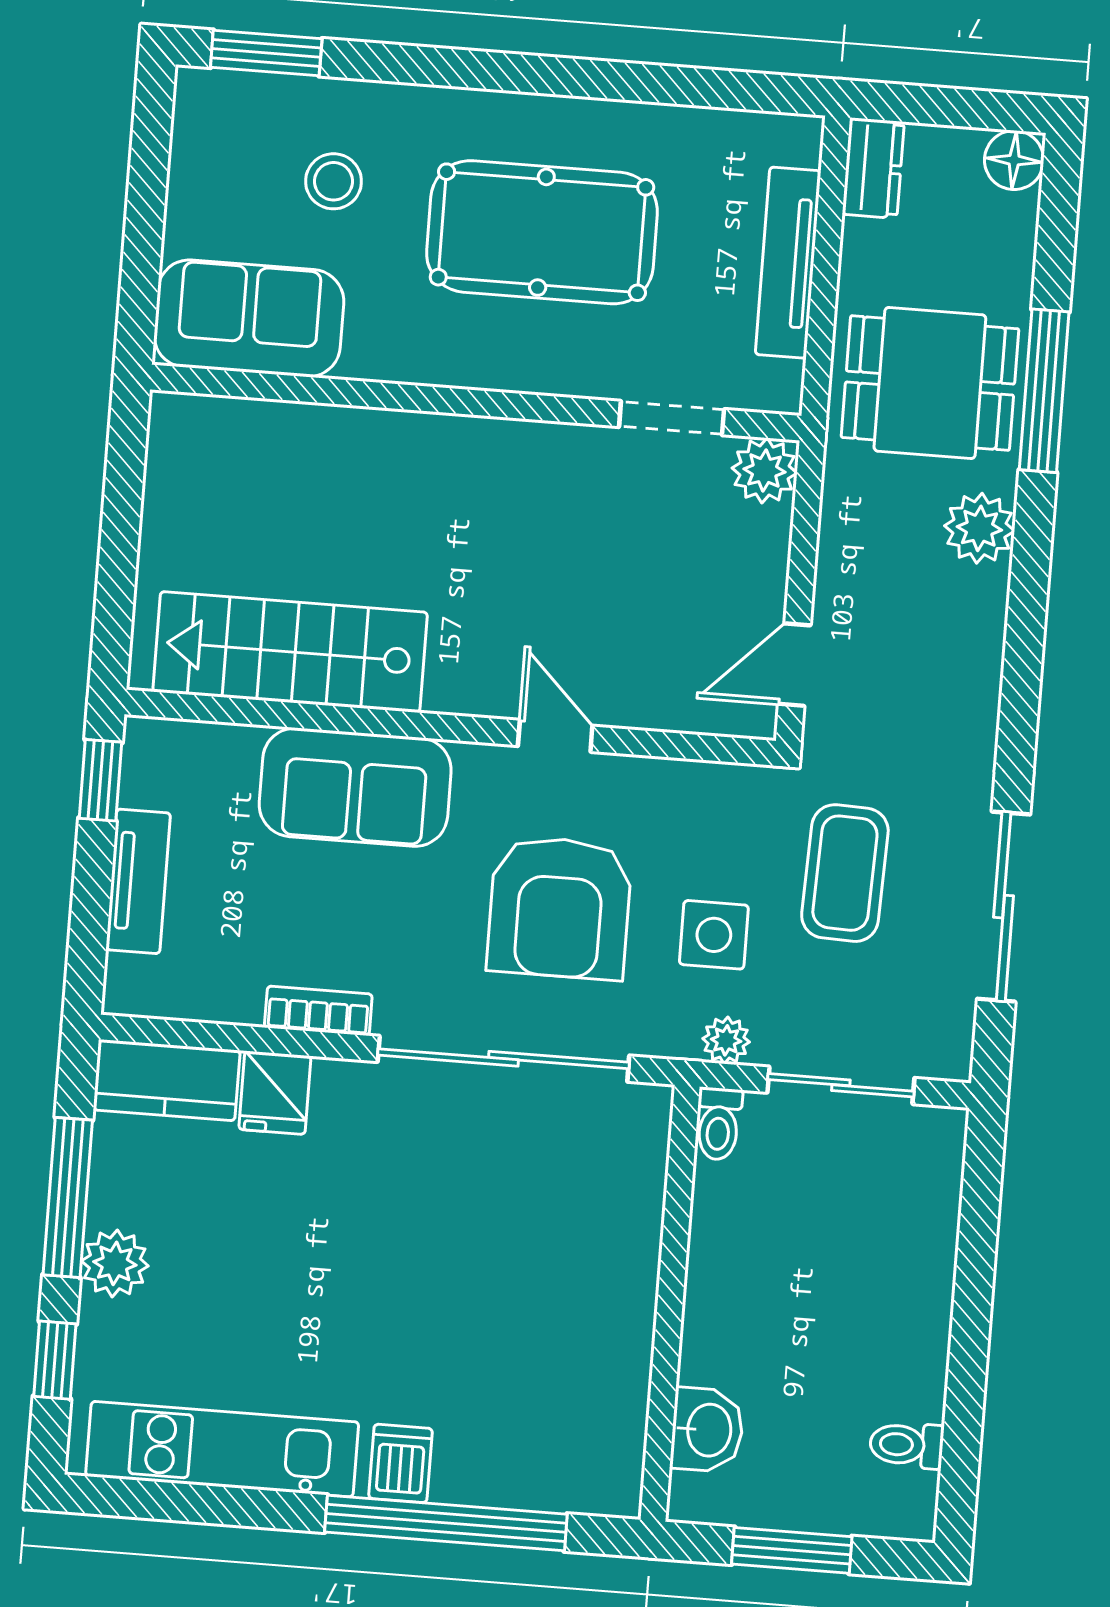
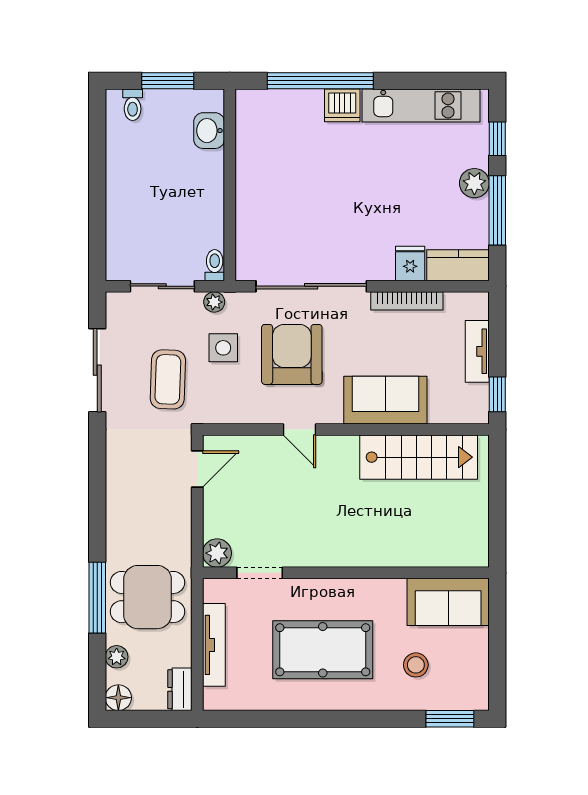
plant: (979, 528) -> (117, 657), moved, width x0.73, depth x0.73
bookcase: (318, 1011) -> (407, 301), width x1.56
toilet: (907, 1445) -> (133, 105), moved, turned 90
dishwasher: (400, 1463) -> (342, 105), width x1.38

